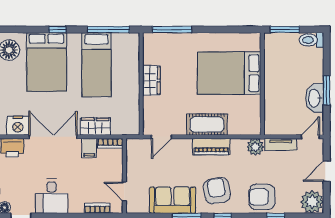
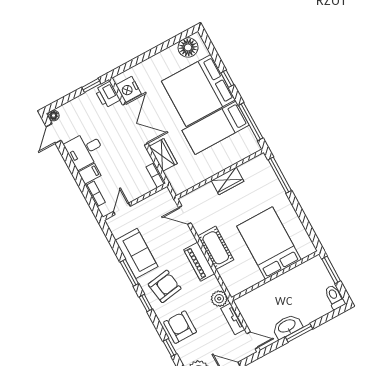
bed: (47, 62) -> (198, 91), width x1.36
filing cabinet: (89, 148) -> (90, 174), moved, turned 180

